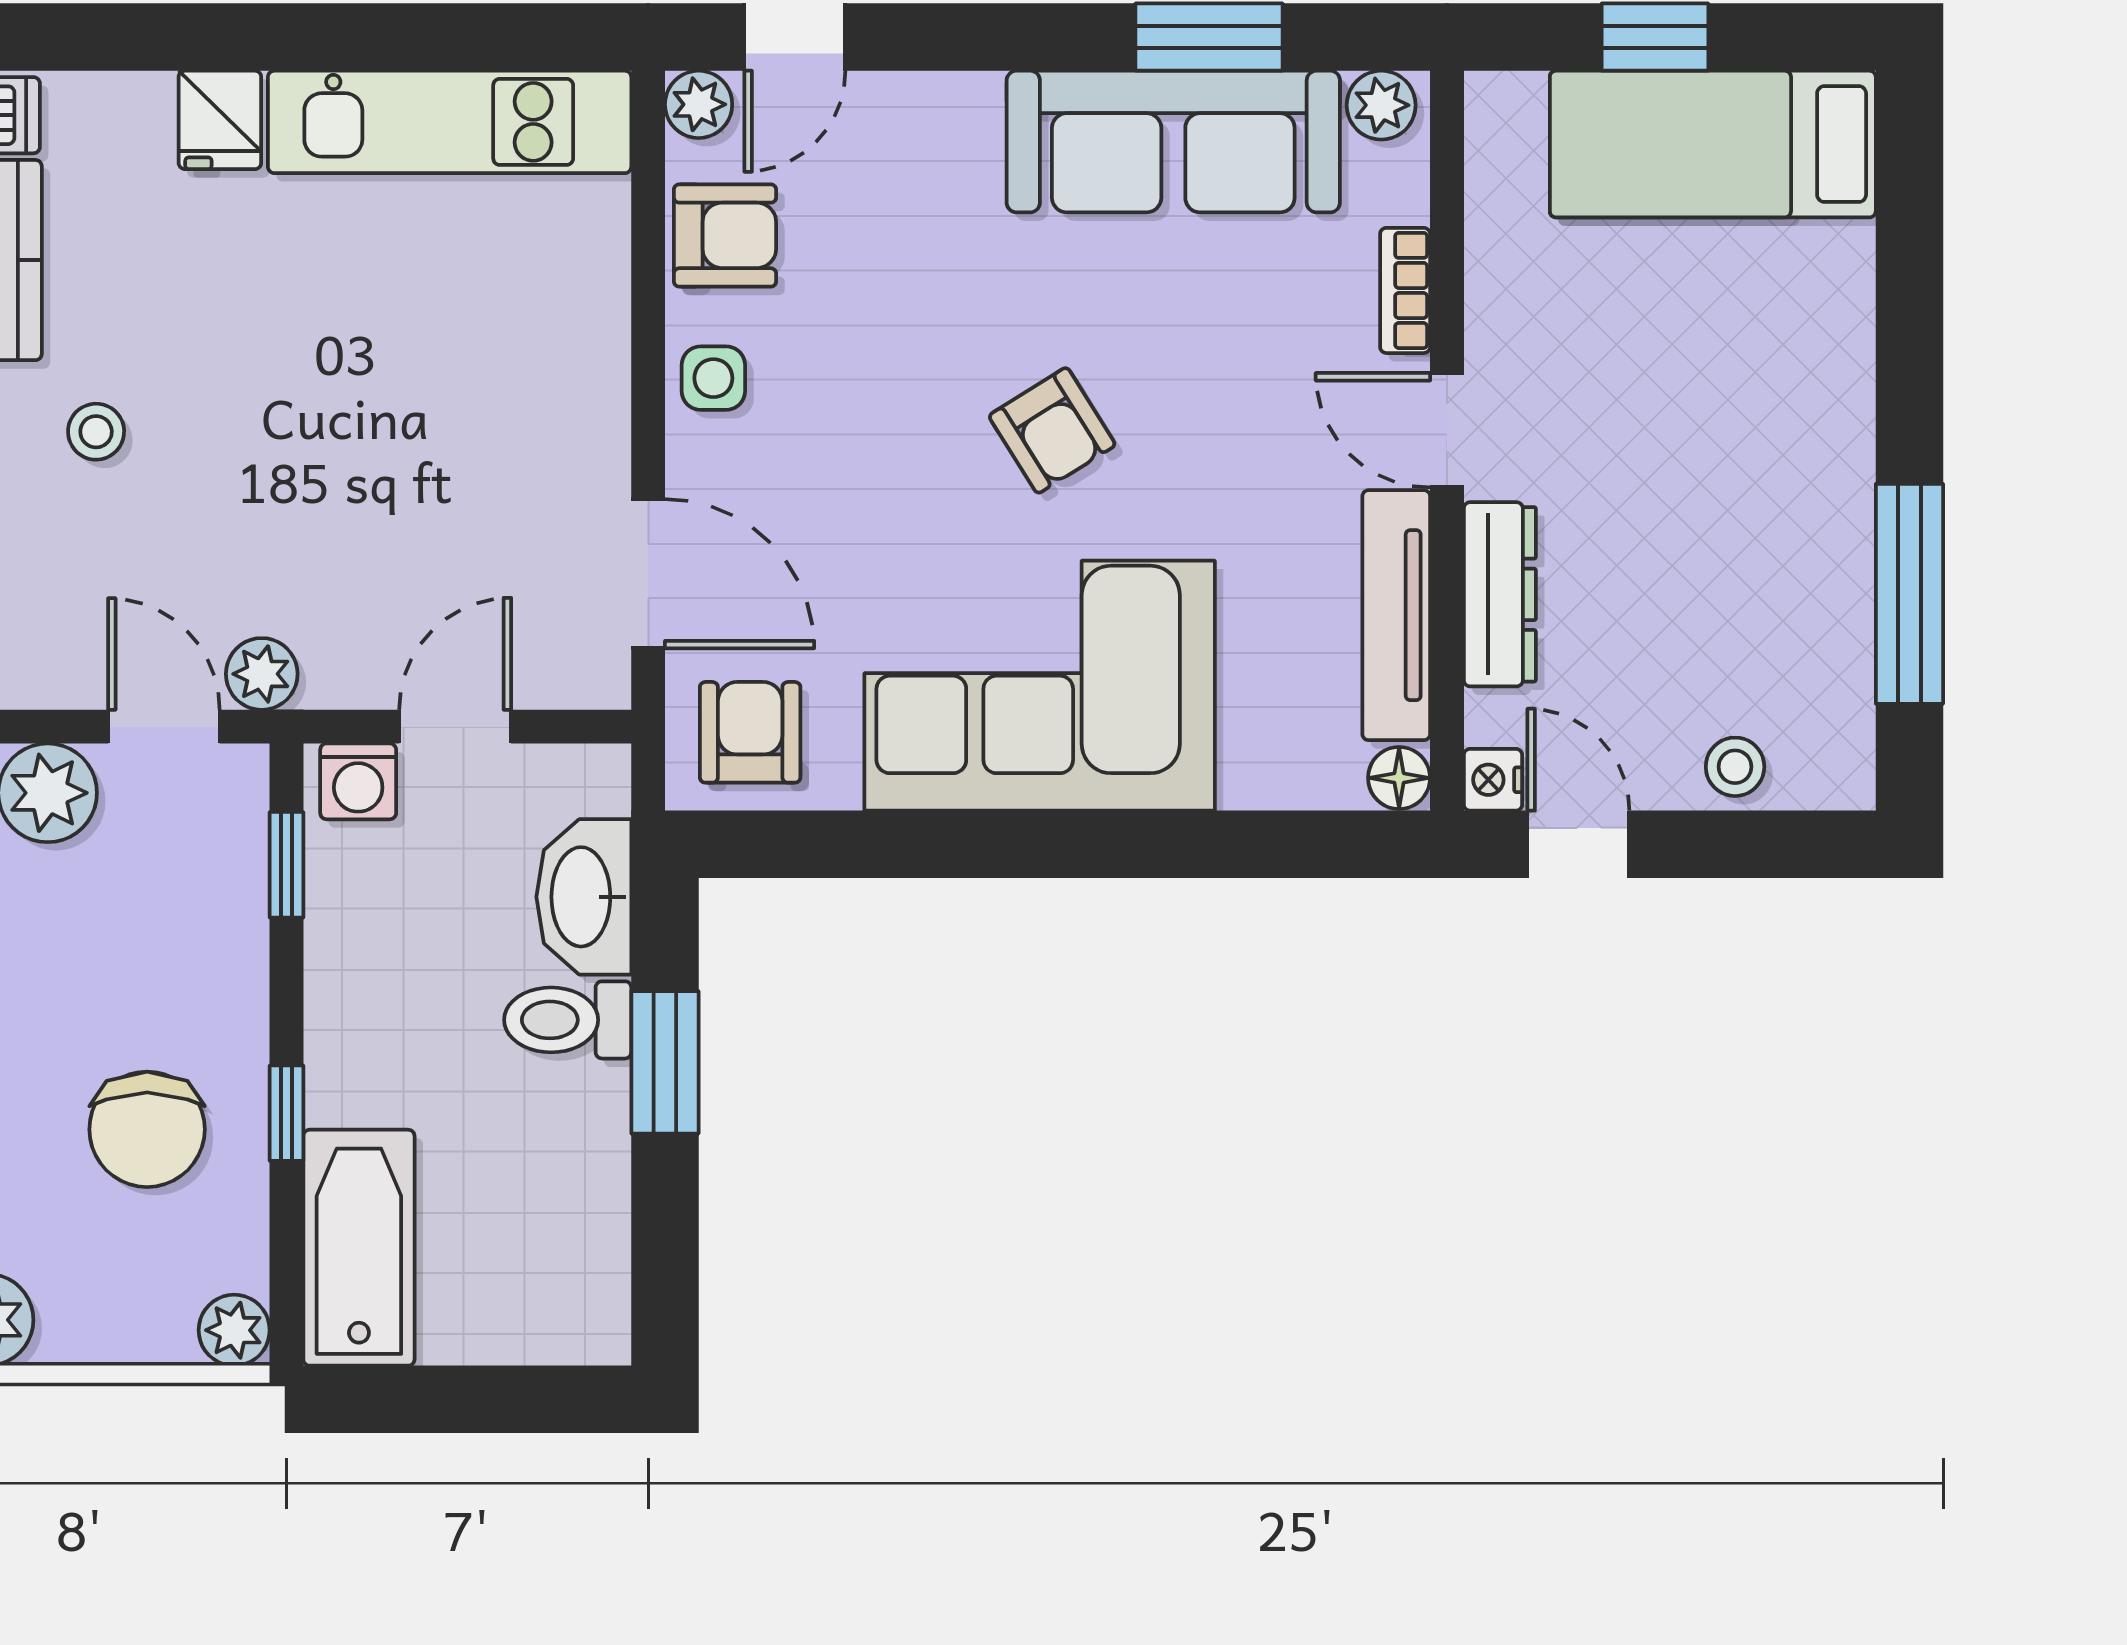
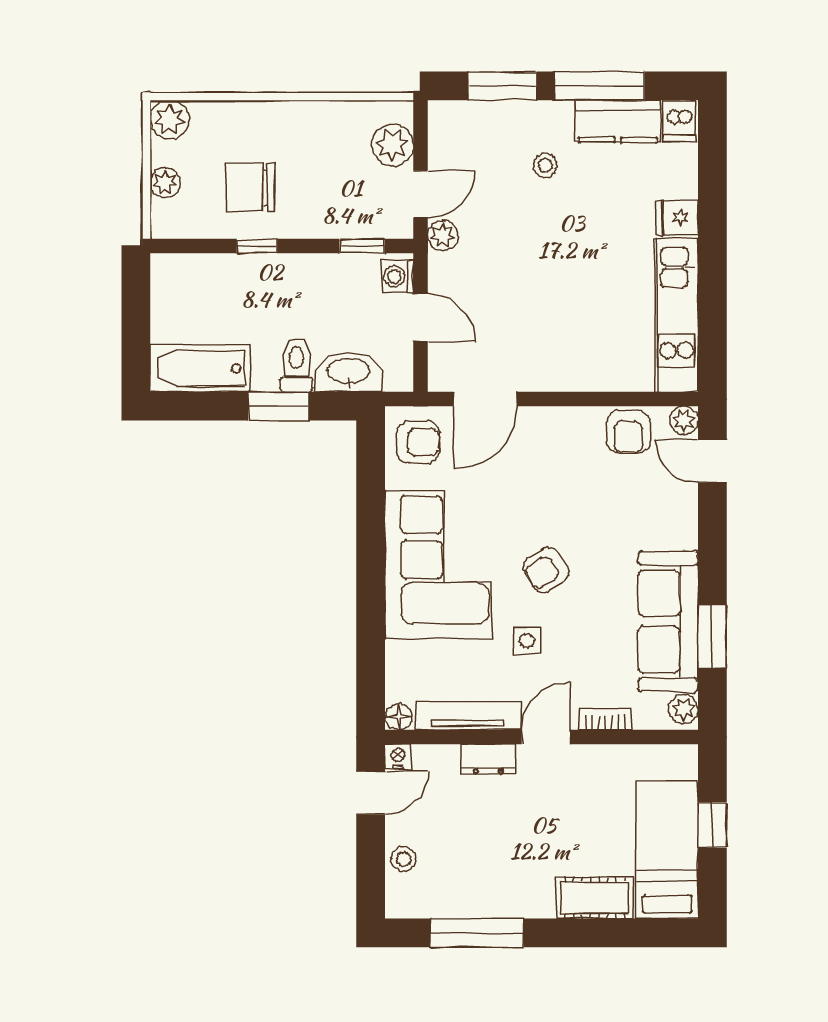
cot: (1826, 315) -> (595, 898), added
side table: (713, 378) -> (527, 641), moved
dresser: (1500, 594) -> (488, 759), width x0.70
bathtub: (359, 1248) -> (200, 368), moved, turned 180
plant: (234, 1330) -> (165, 183), moved

